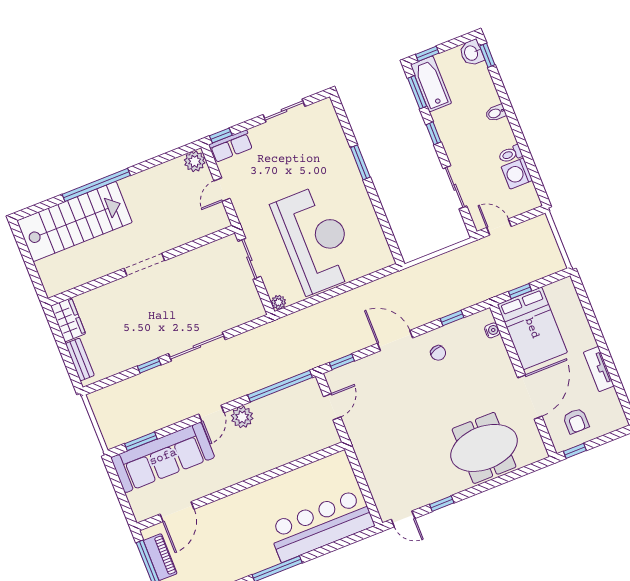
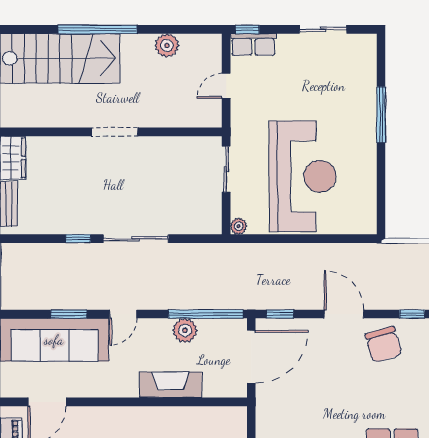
plant: (195, 161) -> (167, 45), moved
window: (360, 162) -> (381, 115), width x1.44
chair: (438, 353) -> (383, 344), width x1.87, depth x1.87
door: (332, 407) -> (251, 357), width x1.88
plant: (242, 417) -> (185, 330), moved
window: (141, 441) -> (69, 314), moved
fireplace: (274, 457) -> (171, 385), added

